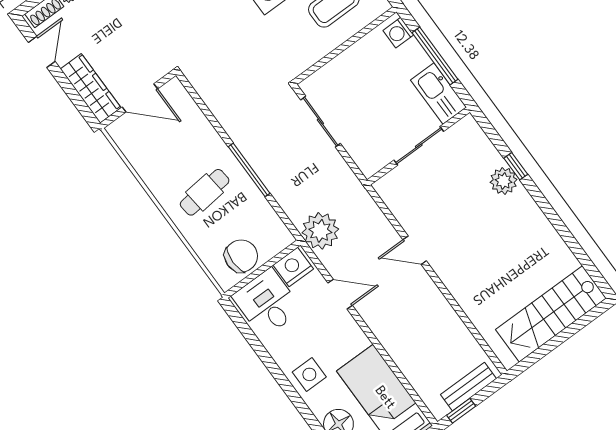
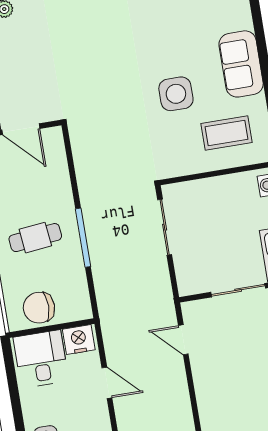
plant: (320, 231) -> (117, 320), removed
door: (415, 250) -> (183, 340), moved
chair: (241, 256) -> (39, 308), turned 180

